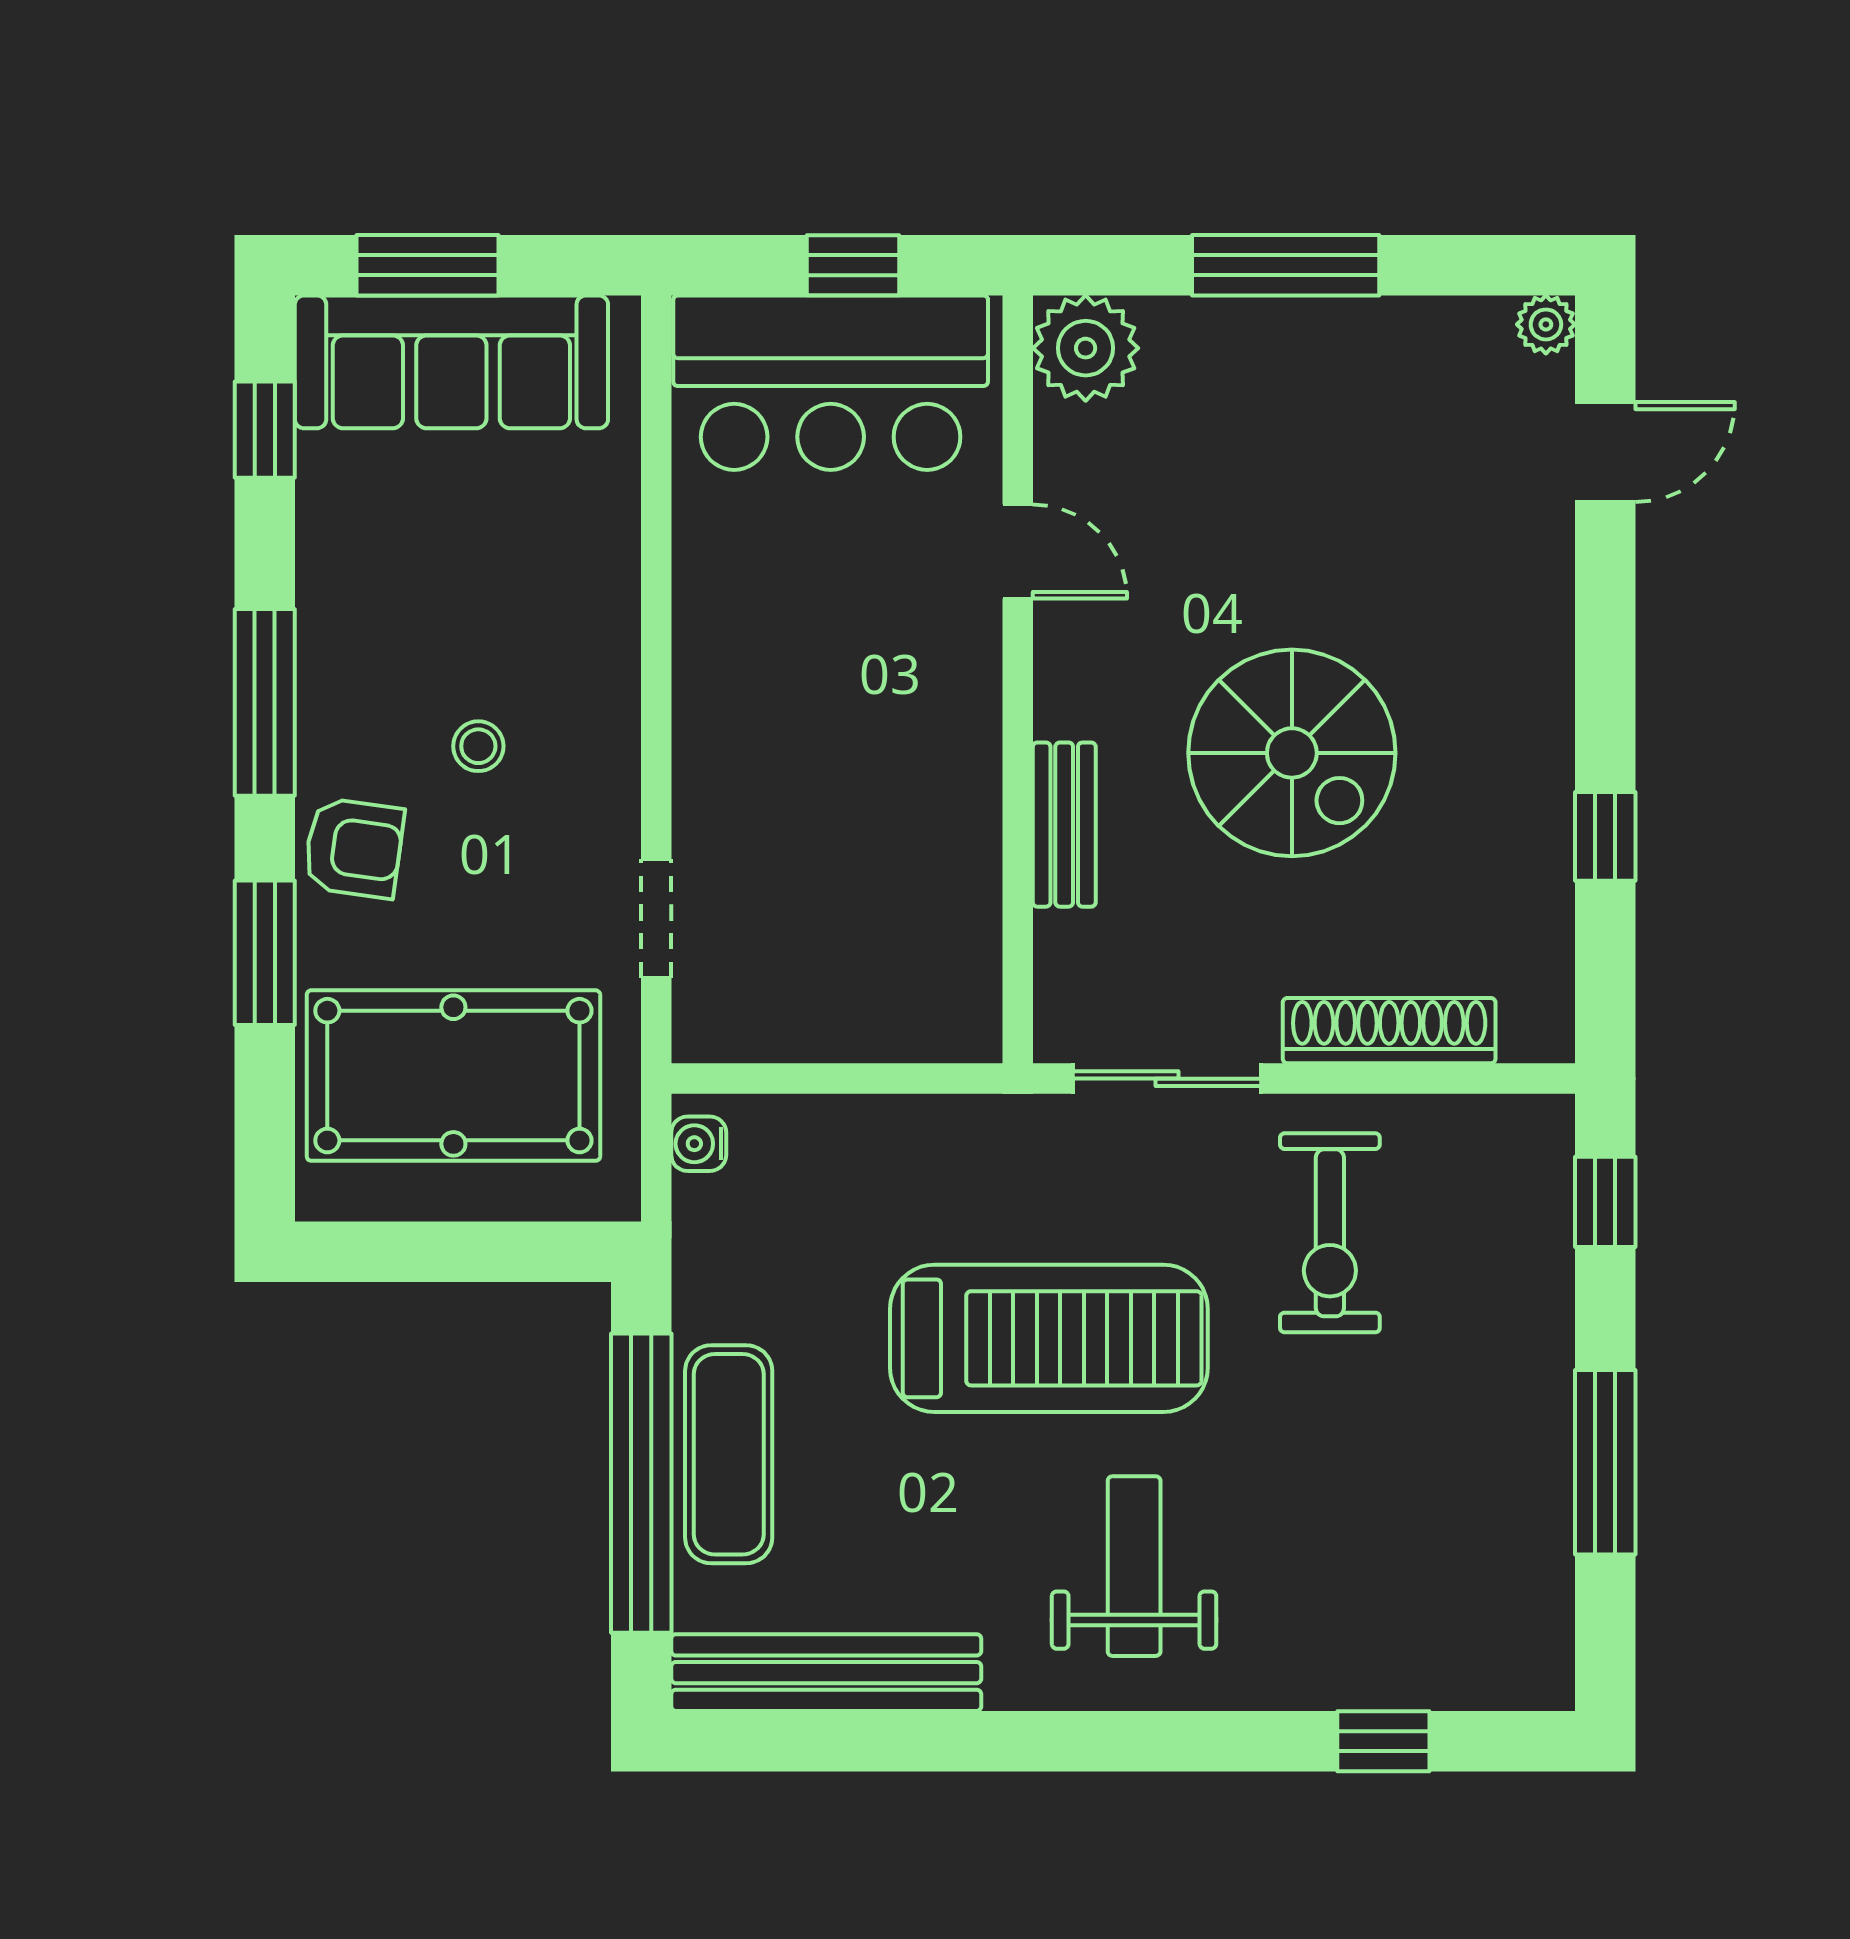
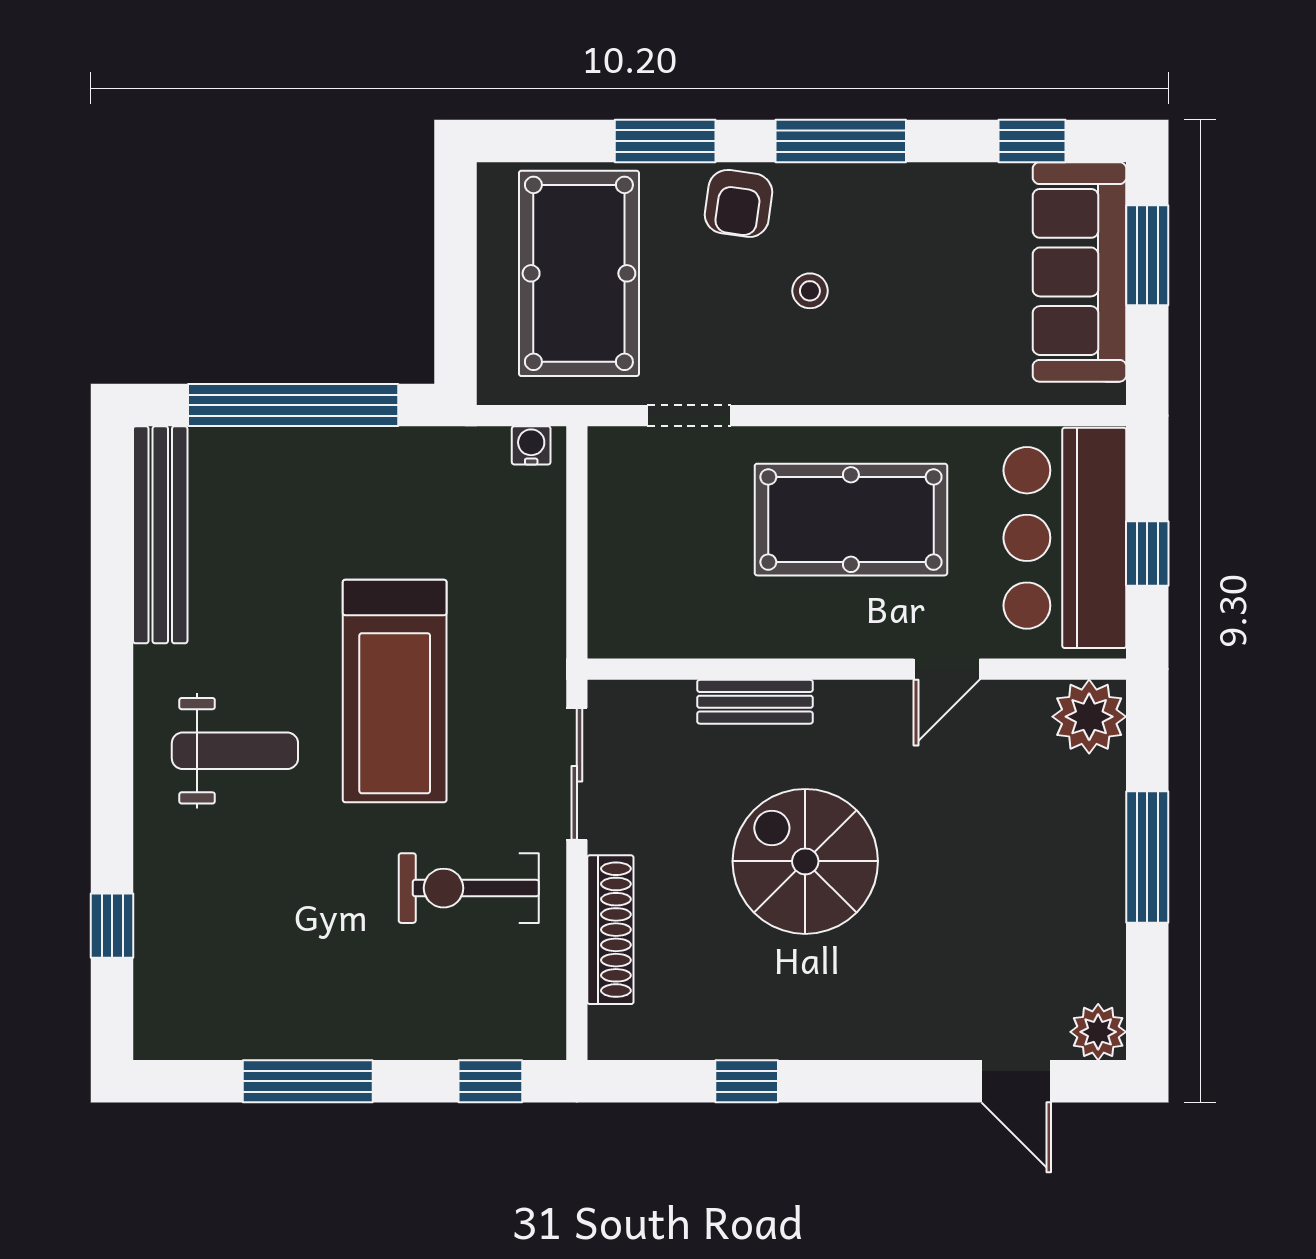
plant: (1546, 324) -> (1098, 1032), width x1.38, depth x1.38
pool table: (804, 688) -> (851, 520), added
spiral stairs: (1292, 753) -> (805, 861), turned 90
exercise mat: (729, 1454) -> (313, 466), removed

